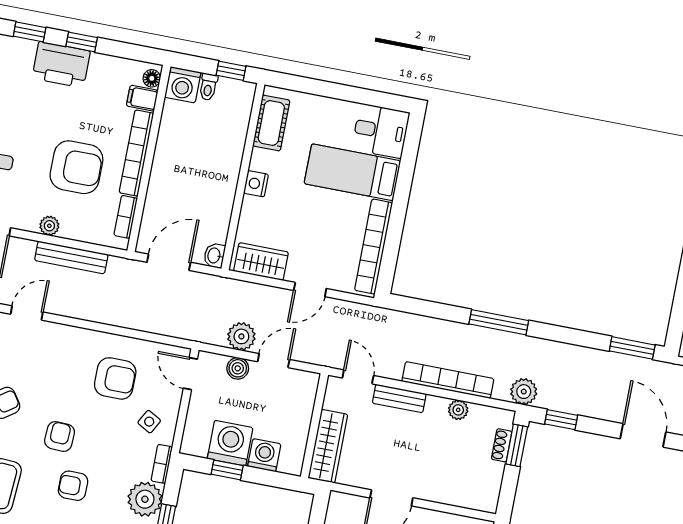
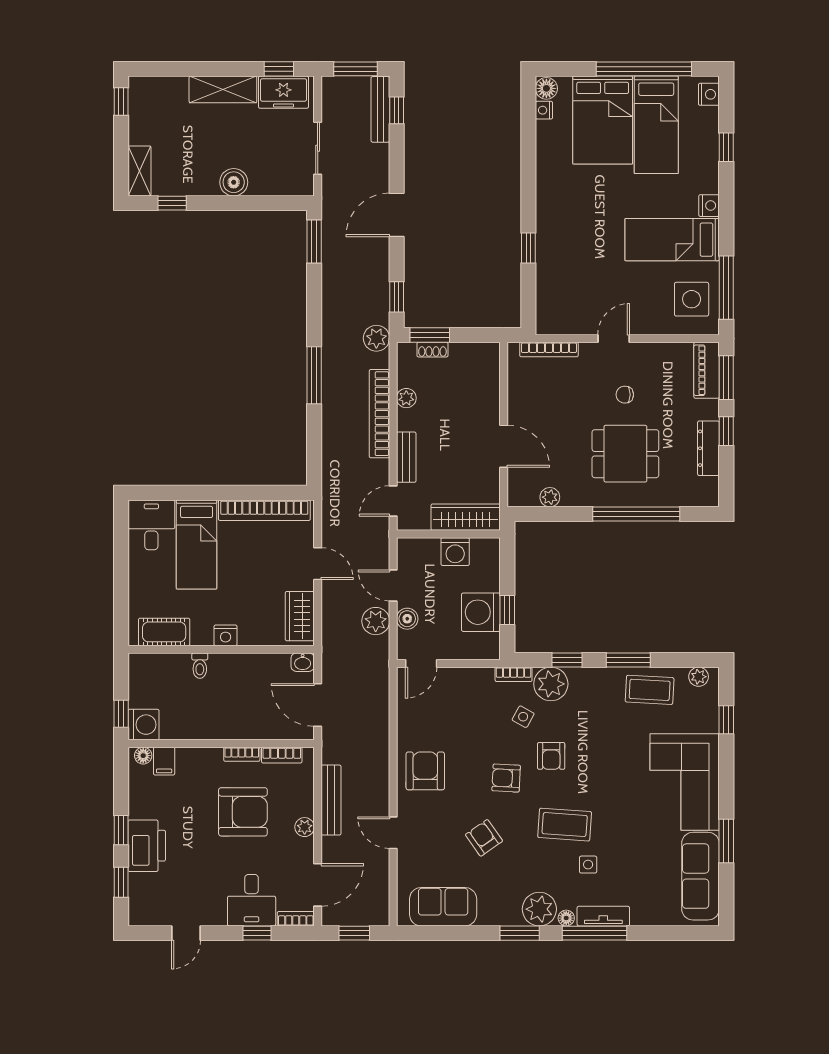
window: (231, 71) -> (121, 714), moved
toilet: (208, 87) -> (200, 666), moved, turned 90
bookcase: (136, 153) -> (242, 754), width x0.43, depth x0.76
armchair: (76, 167) -> (243, 812), turned 90
armchair: (115, 378) -> (425, 771), moved
side table: (149, 422) -> (523, 717), moved
washing machine: (264, 455) -> (455, 552), moved, turned -90

